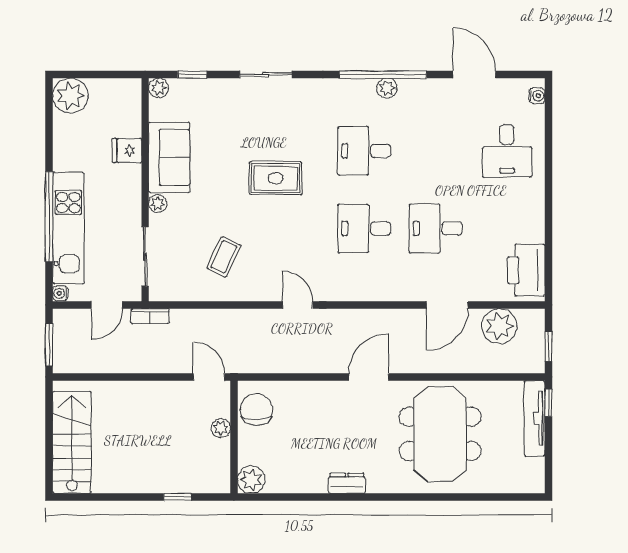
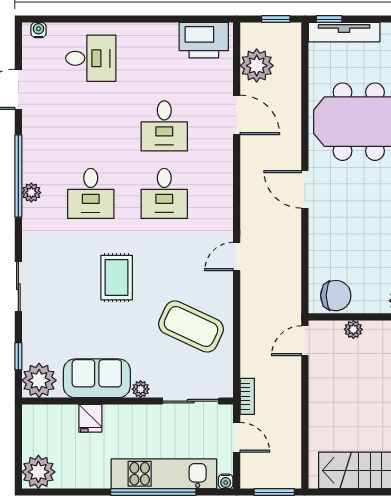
plant: (158, 88) -> (39, 380), width x1.88, depth x1.88
plant: (387, 88) -> (31, 193), moved
coffee table: (224, 257) -> (191, 326), width x1.86, depth x1.72
chair: (256, 410) -> (336, 296), turned 180

